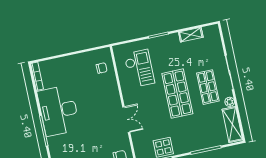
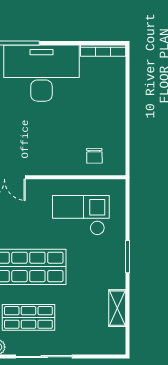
checkout: (139, 69) -> (81, 215), turned 180

